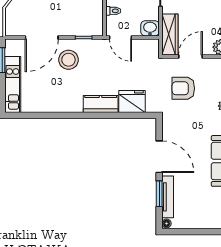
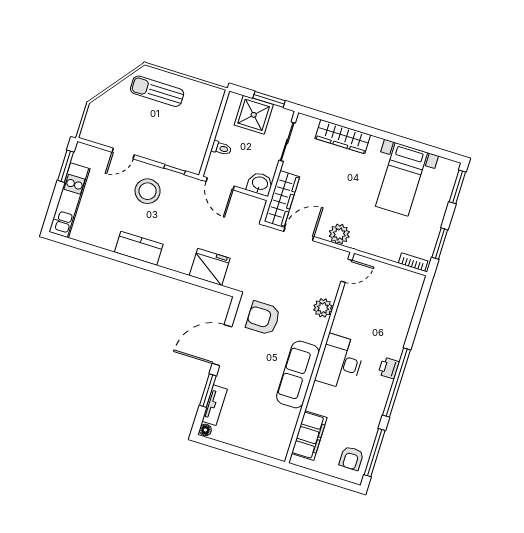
door: (42, 37) -> (123, 154), width x0.53
armchair: (183, 88) -> (263, 318), moved
kitchen counter: (101, 104) -> (139, 248), moved
door: (159, 157) -> (222, 345), swing flipped
tv unit: (168, 197) -> (215, 405), width x0.71

